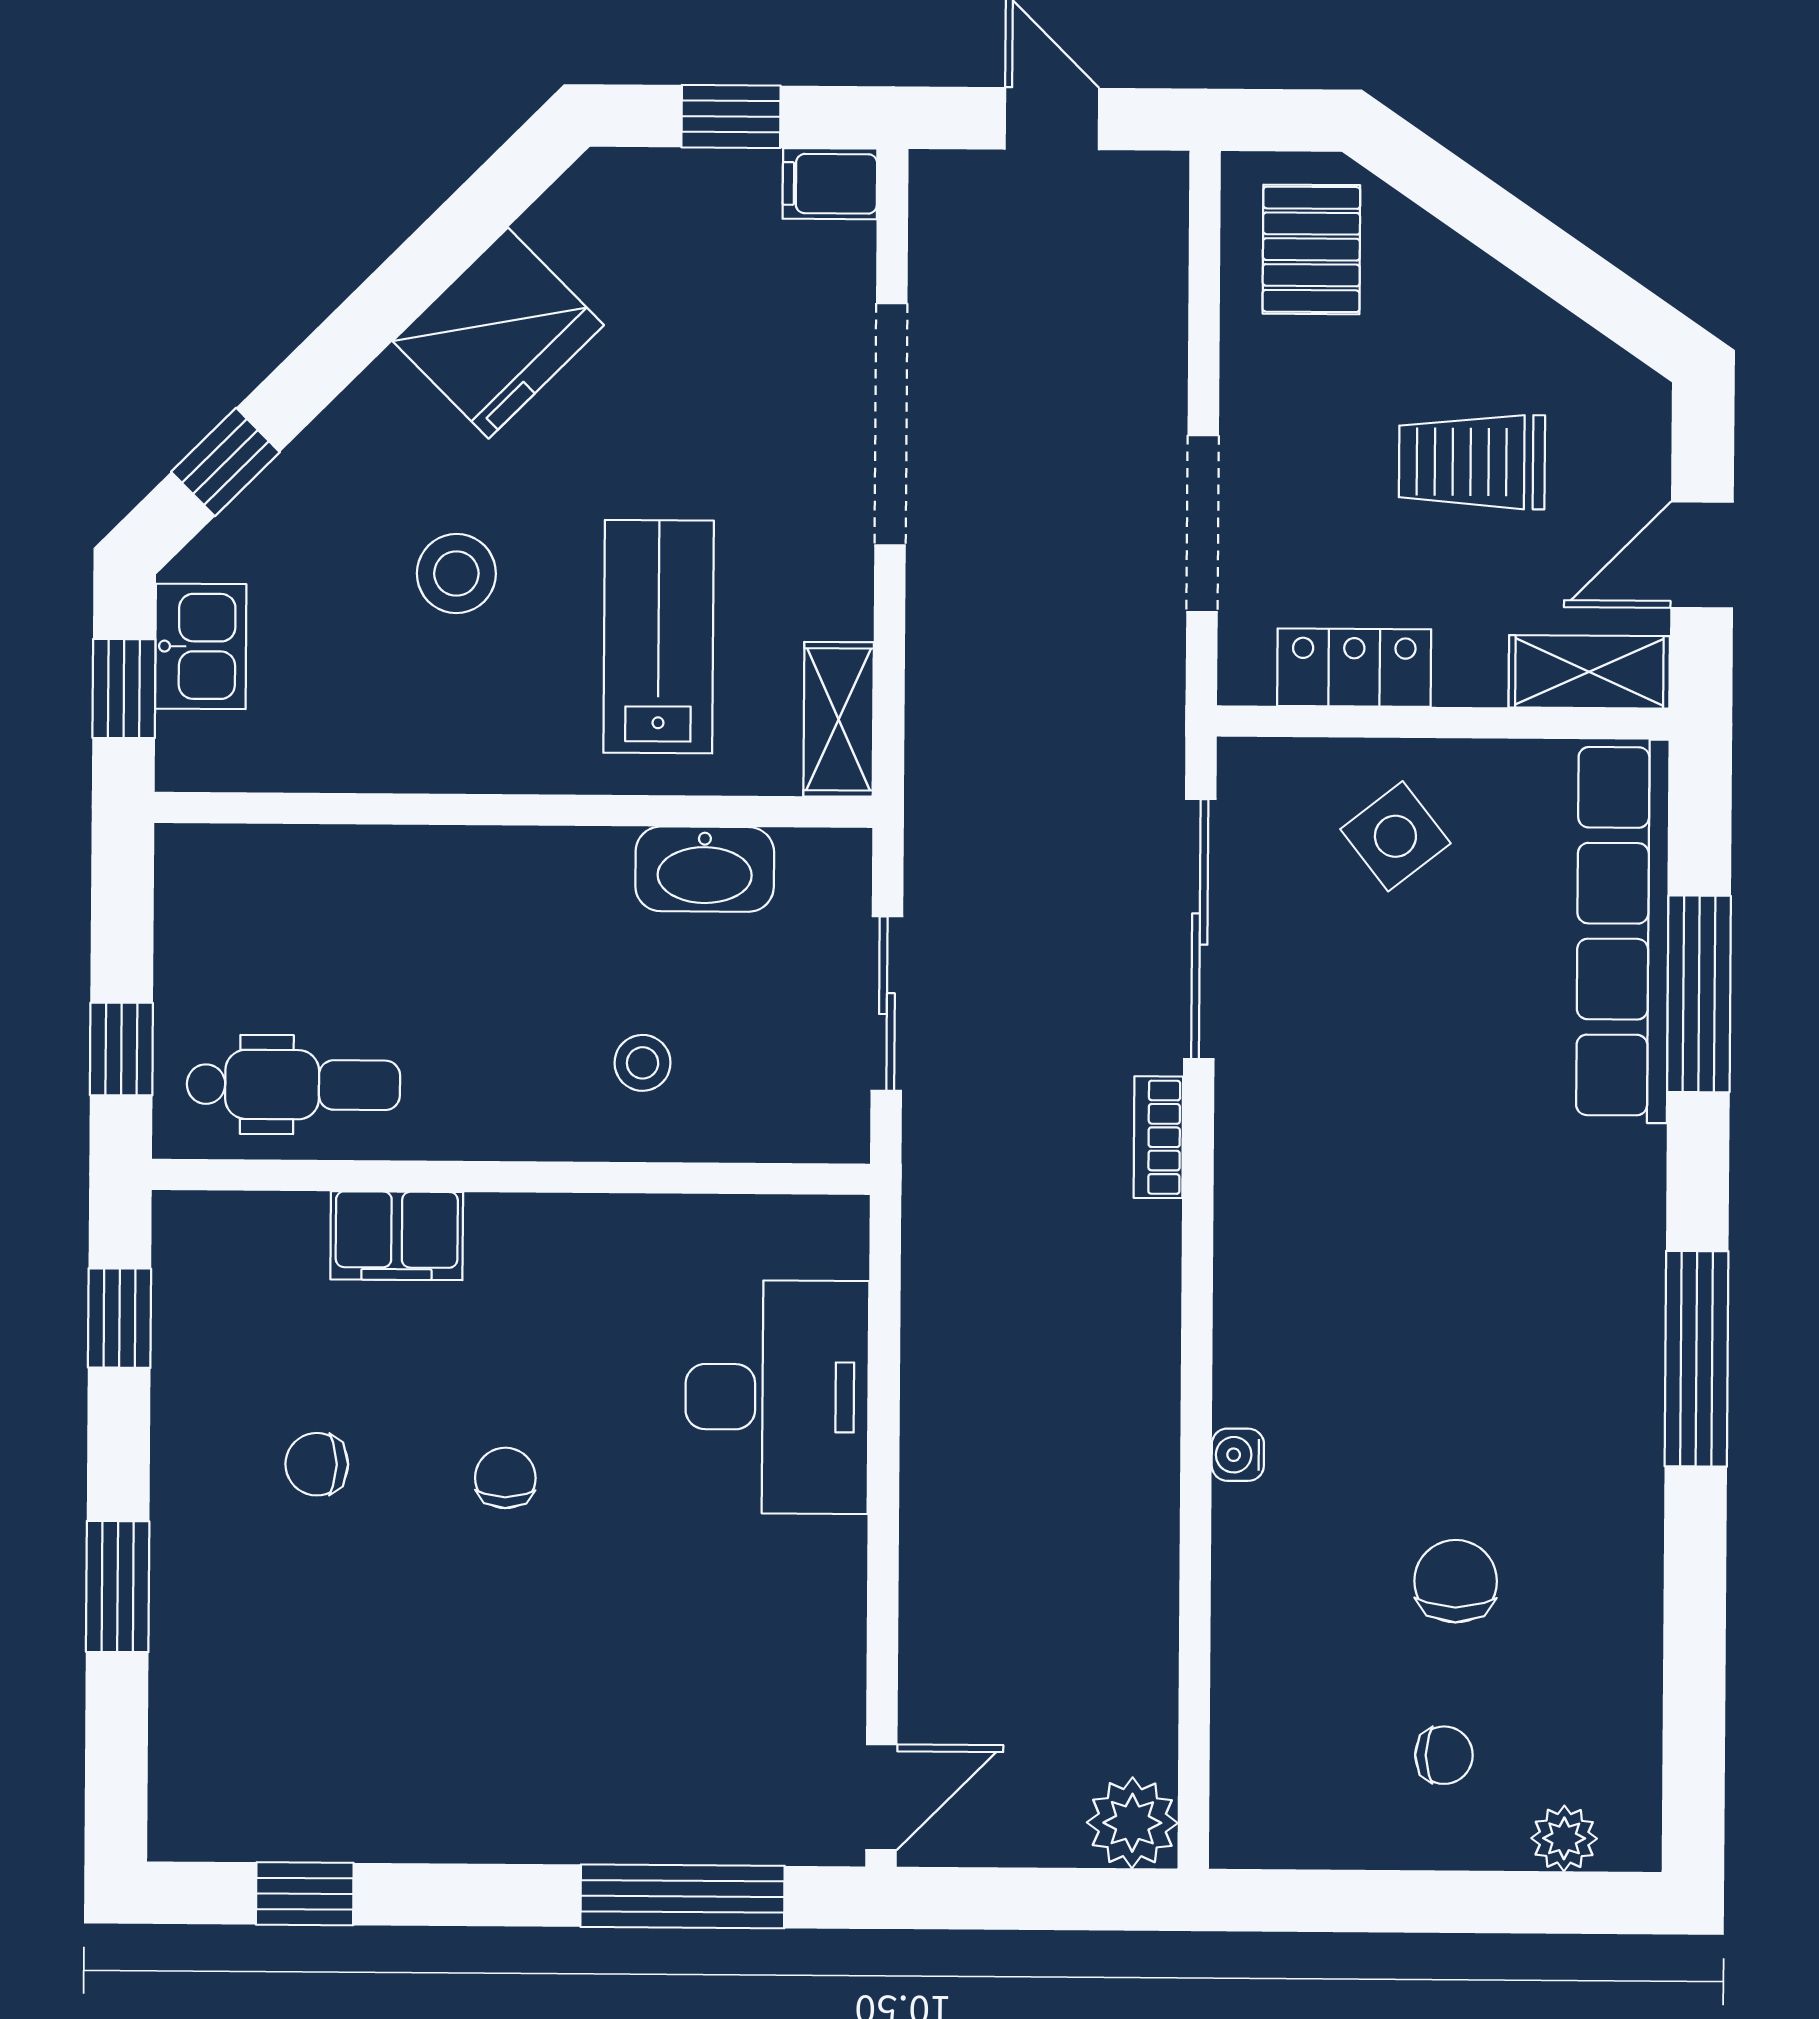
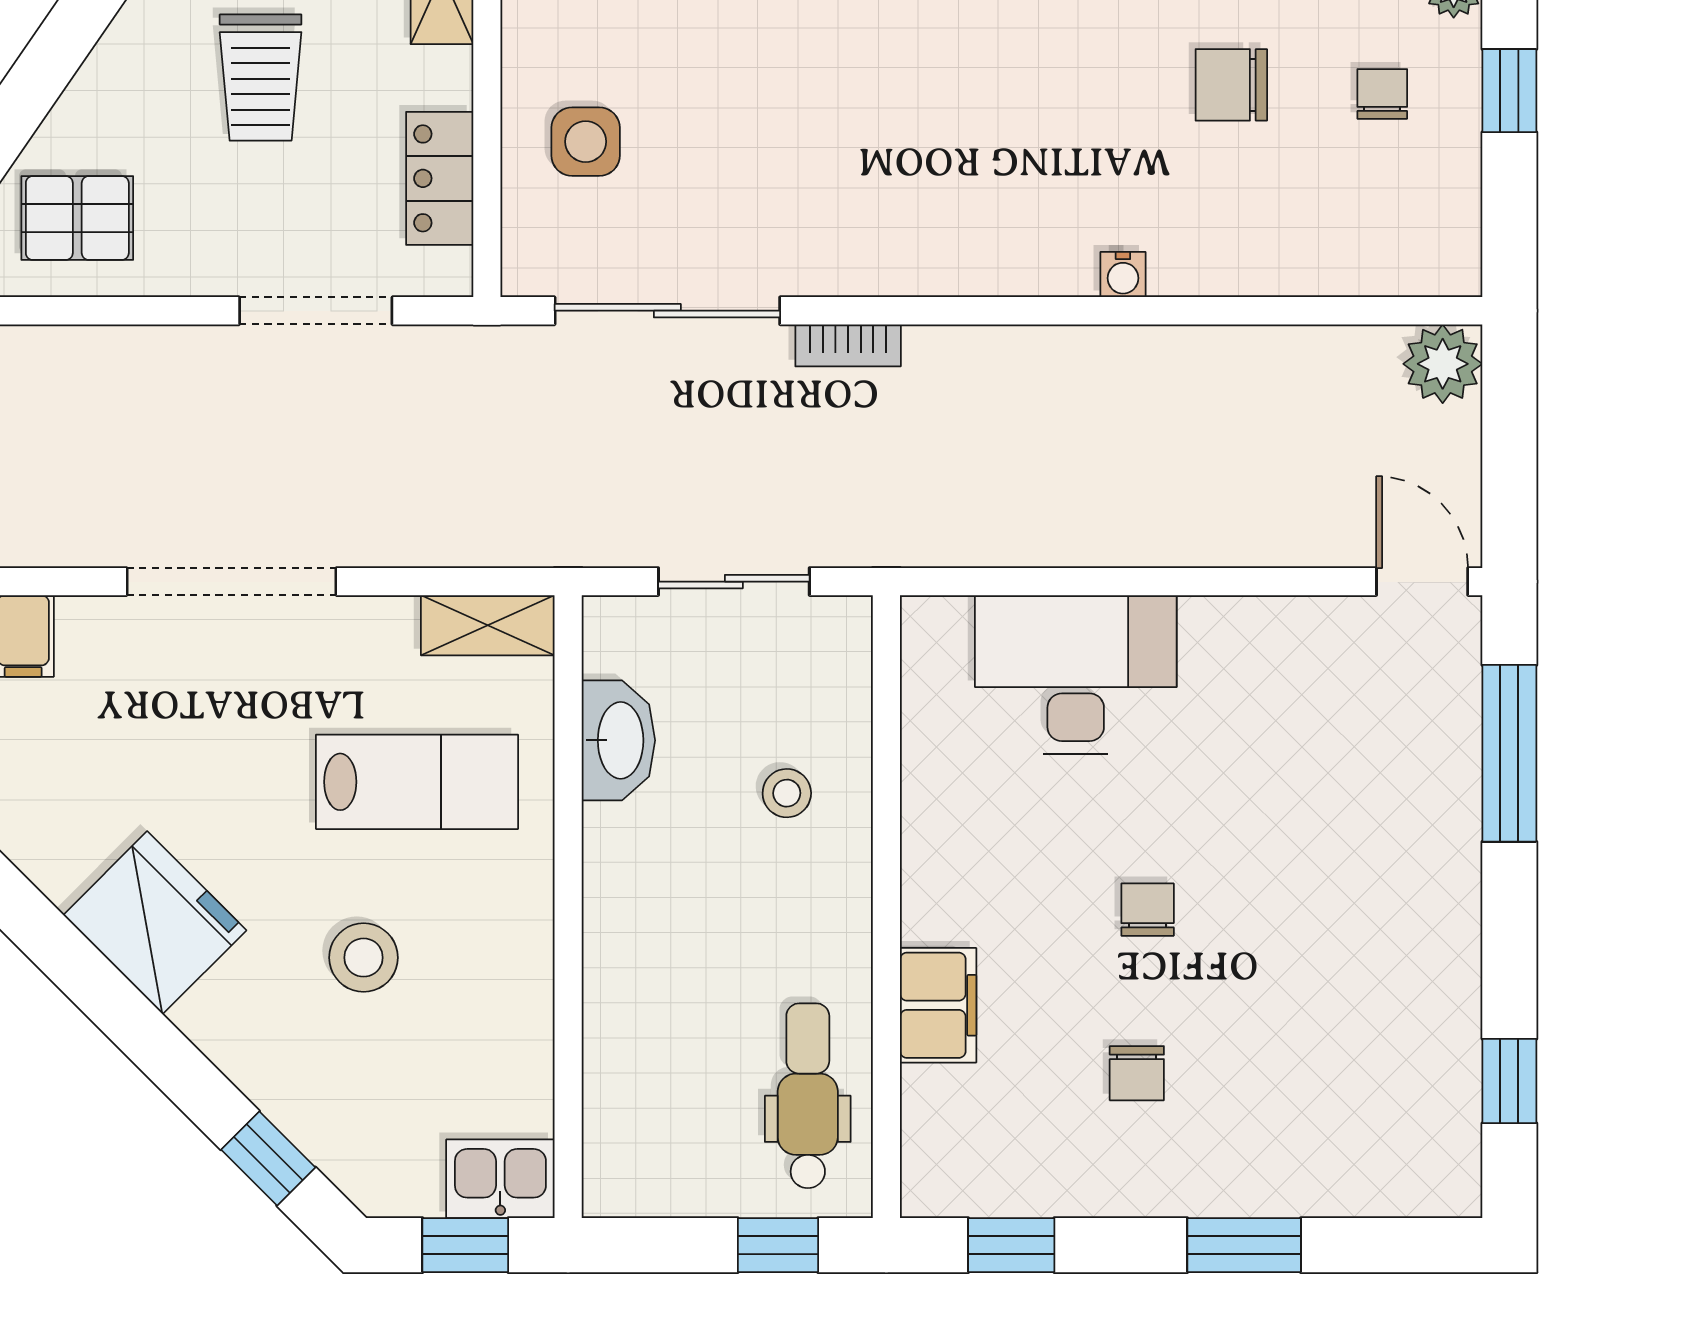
lab bench: (659, 637) -> (417, 782), turned 180
kitchen sink: (201, 646) -> (500, 1179), moved
side table: (1395, 836) -> (586, 142), turned 38
chair: (505, 1478) -> (1148, 910), turned 90
window: (1447, 1902) -> (1509, 91), added

